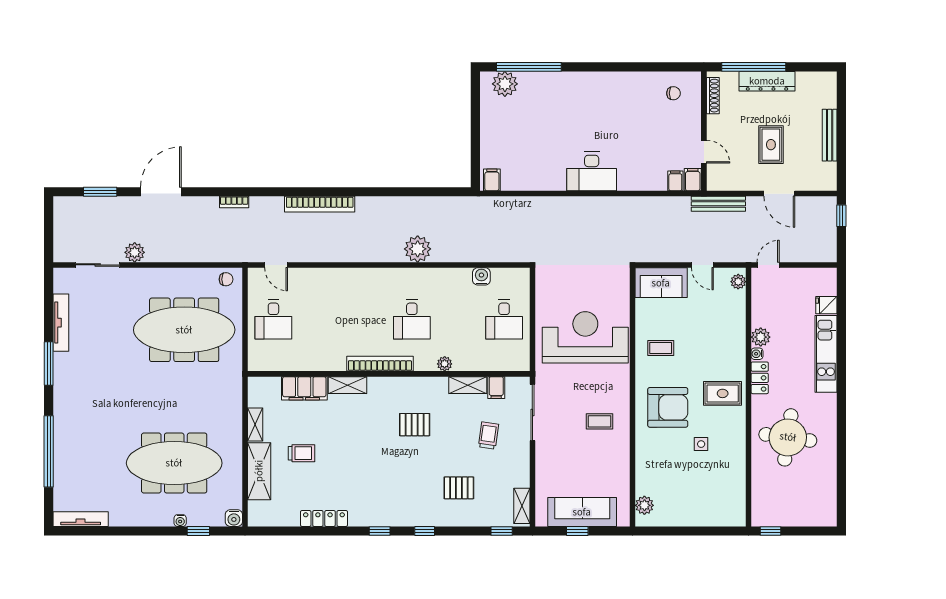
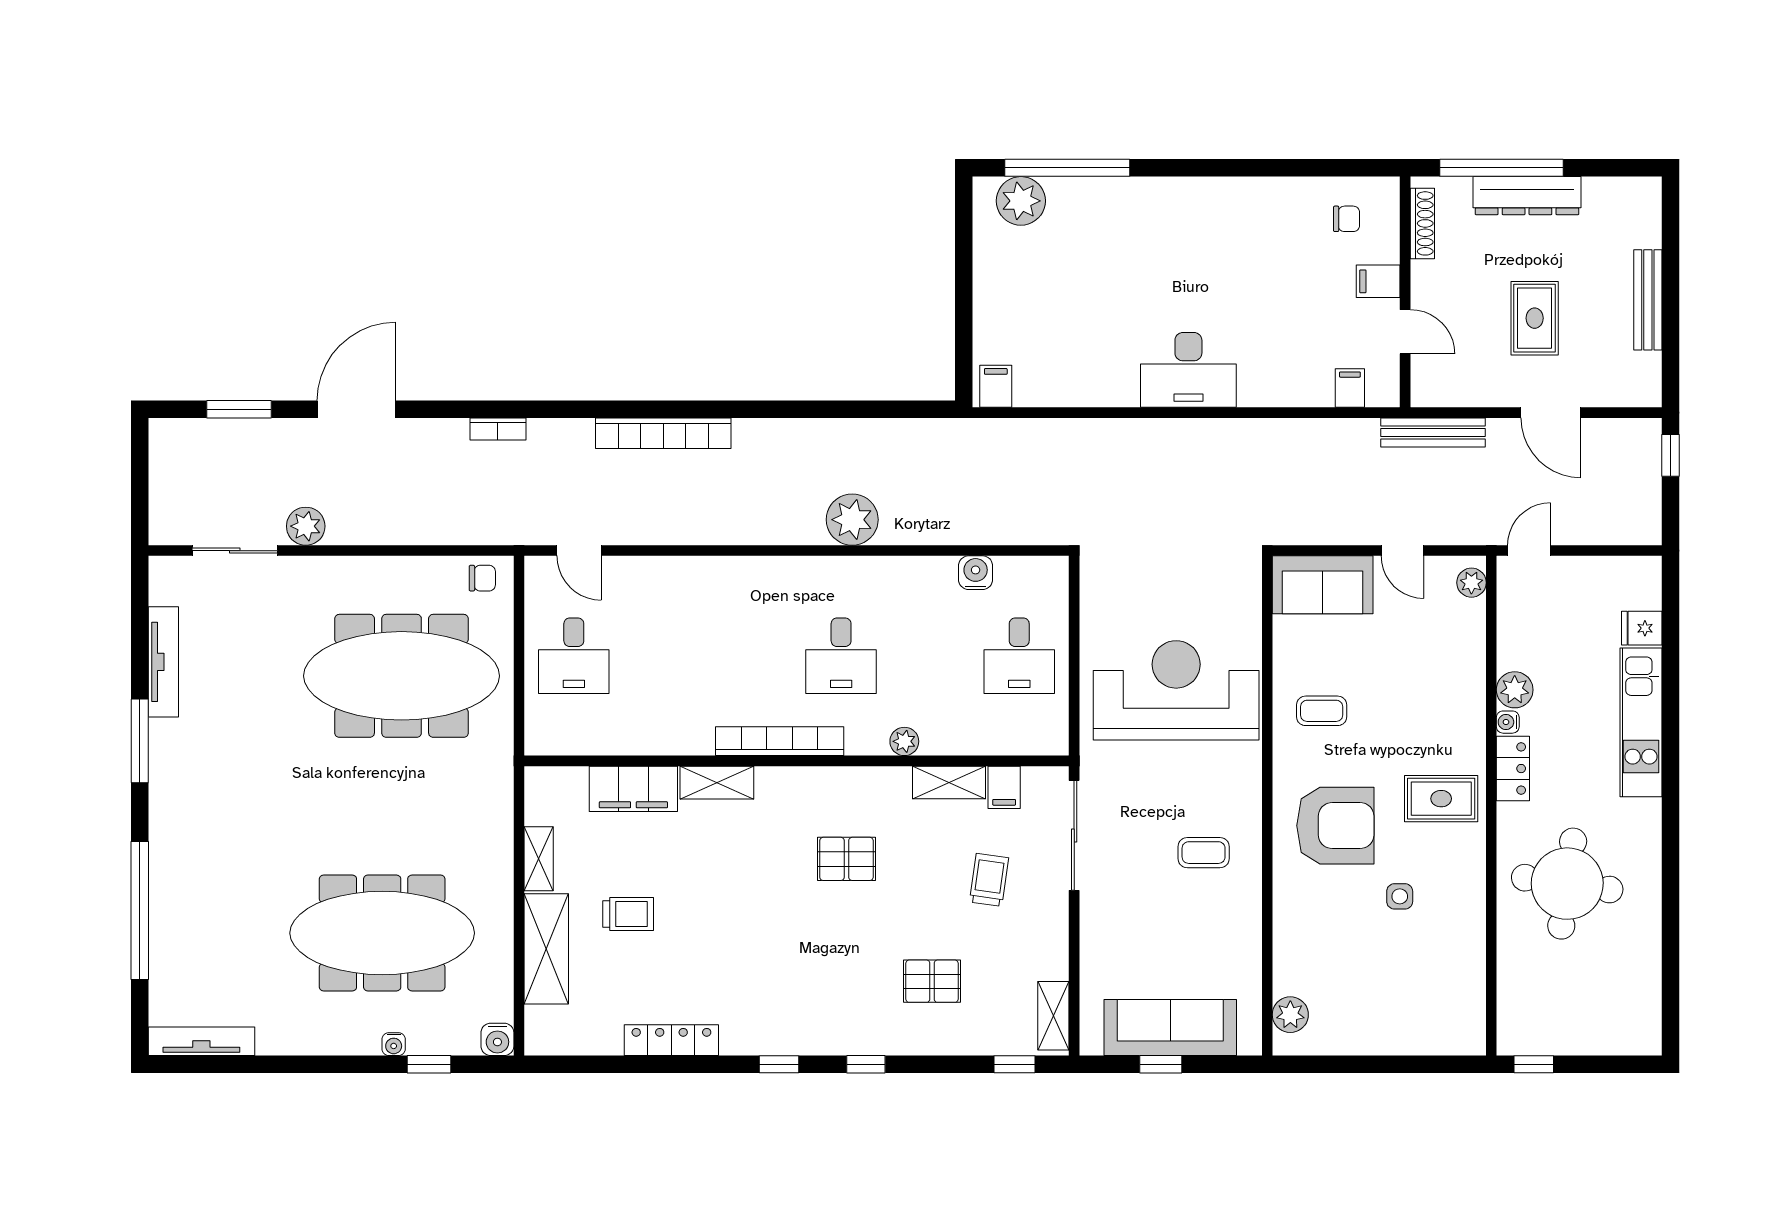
filing cabinet: (693, 180) -> (1378, 281), moved, turned -90

